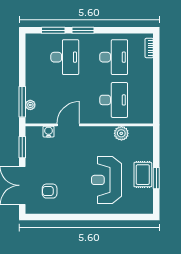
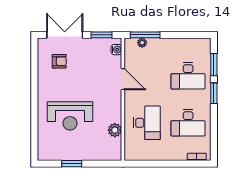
desk: (114, 100) -> (147, 123), turned -90
water cooler: (49, 132) -> (116, 50), moved
rug: (143, 175) -> (75, 151), removed
reception desk: (106, 180) -> (70, 116), turned 180
armchair: (50, 191) -> (59, 61), turned 90

